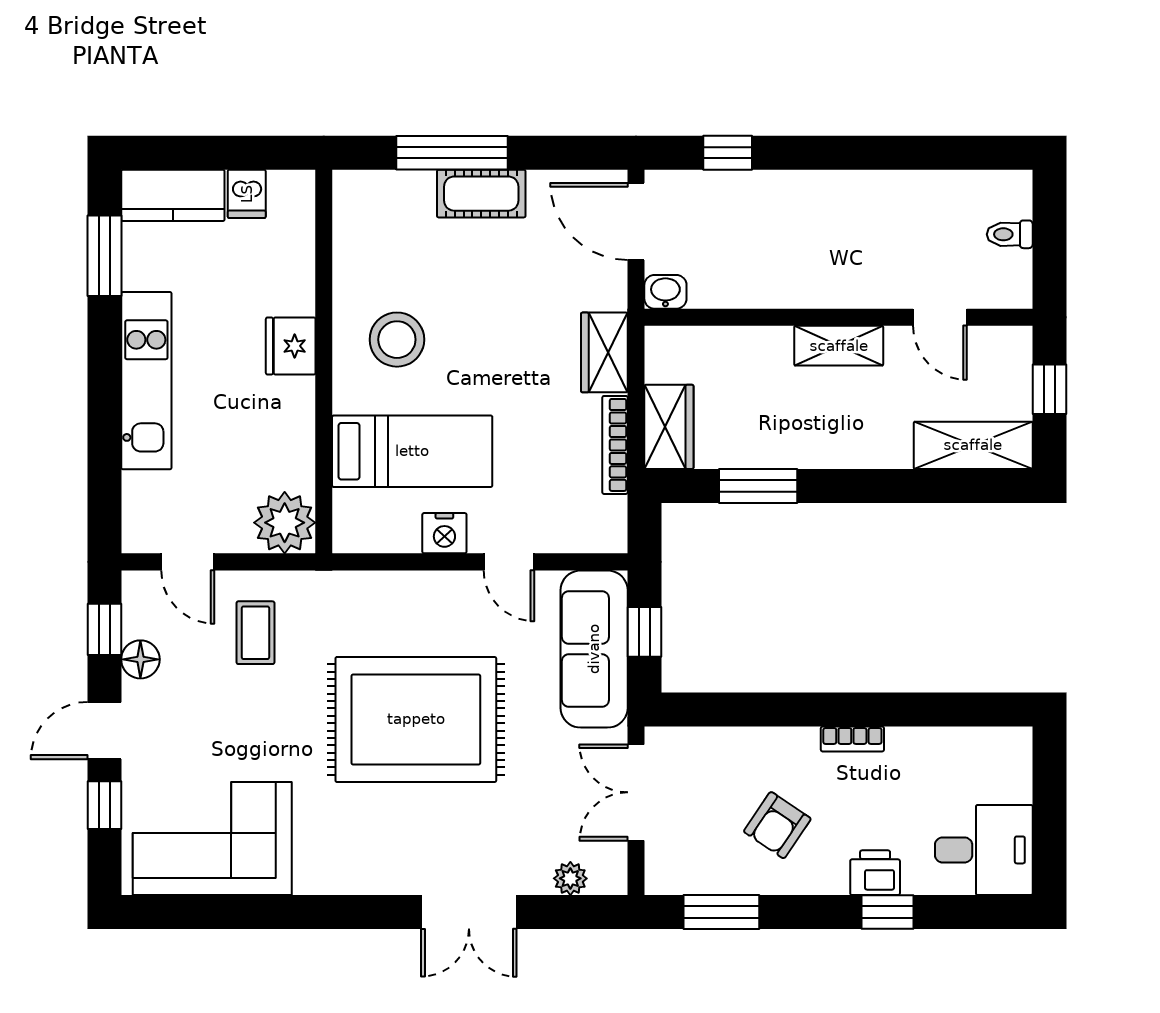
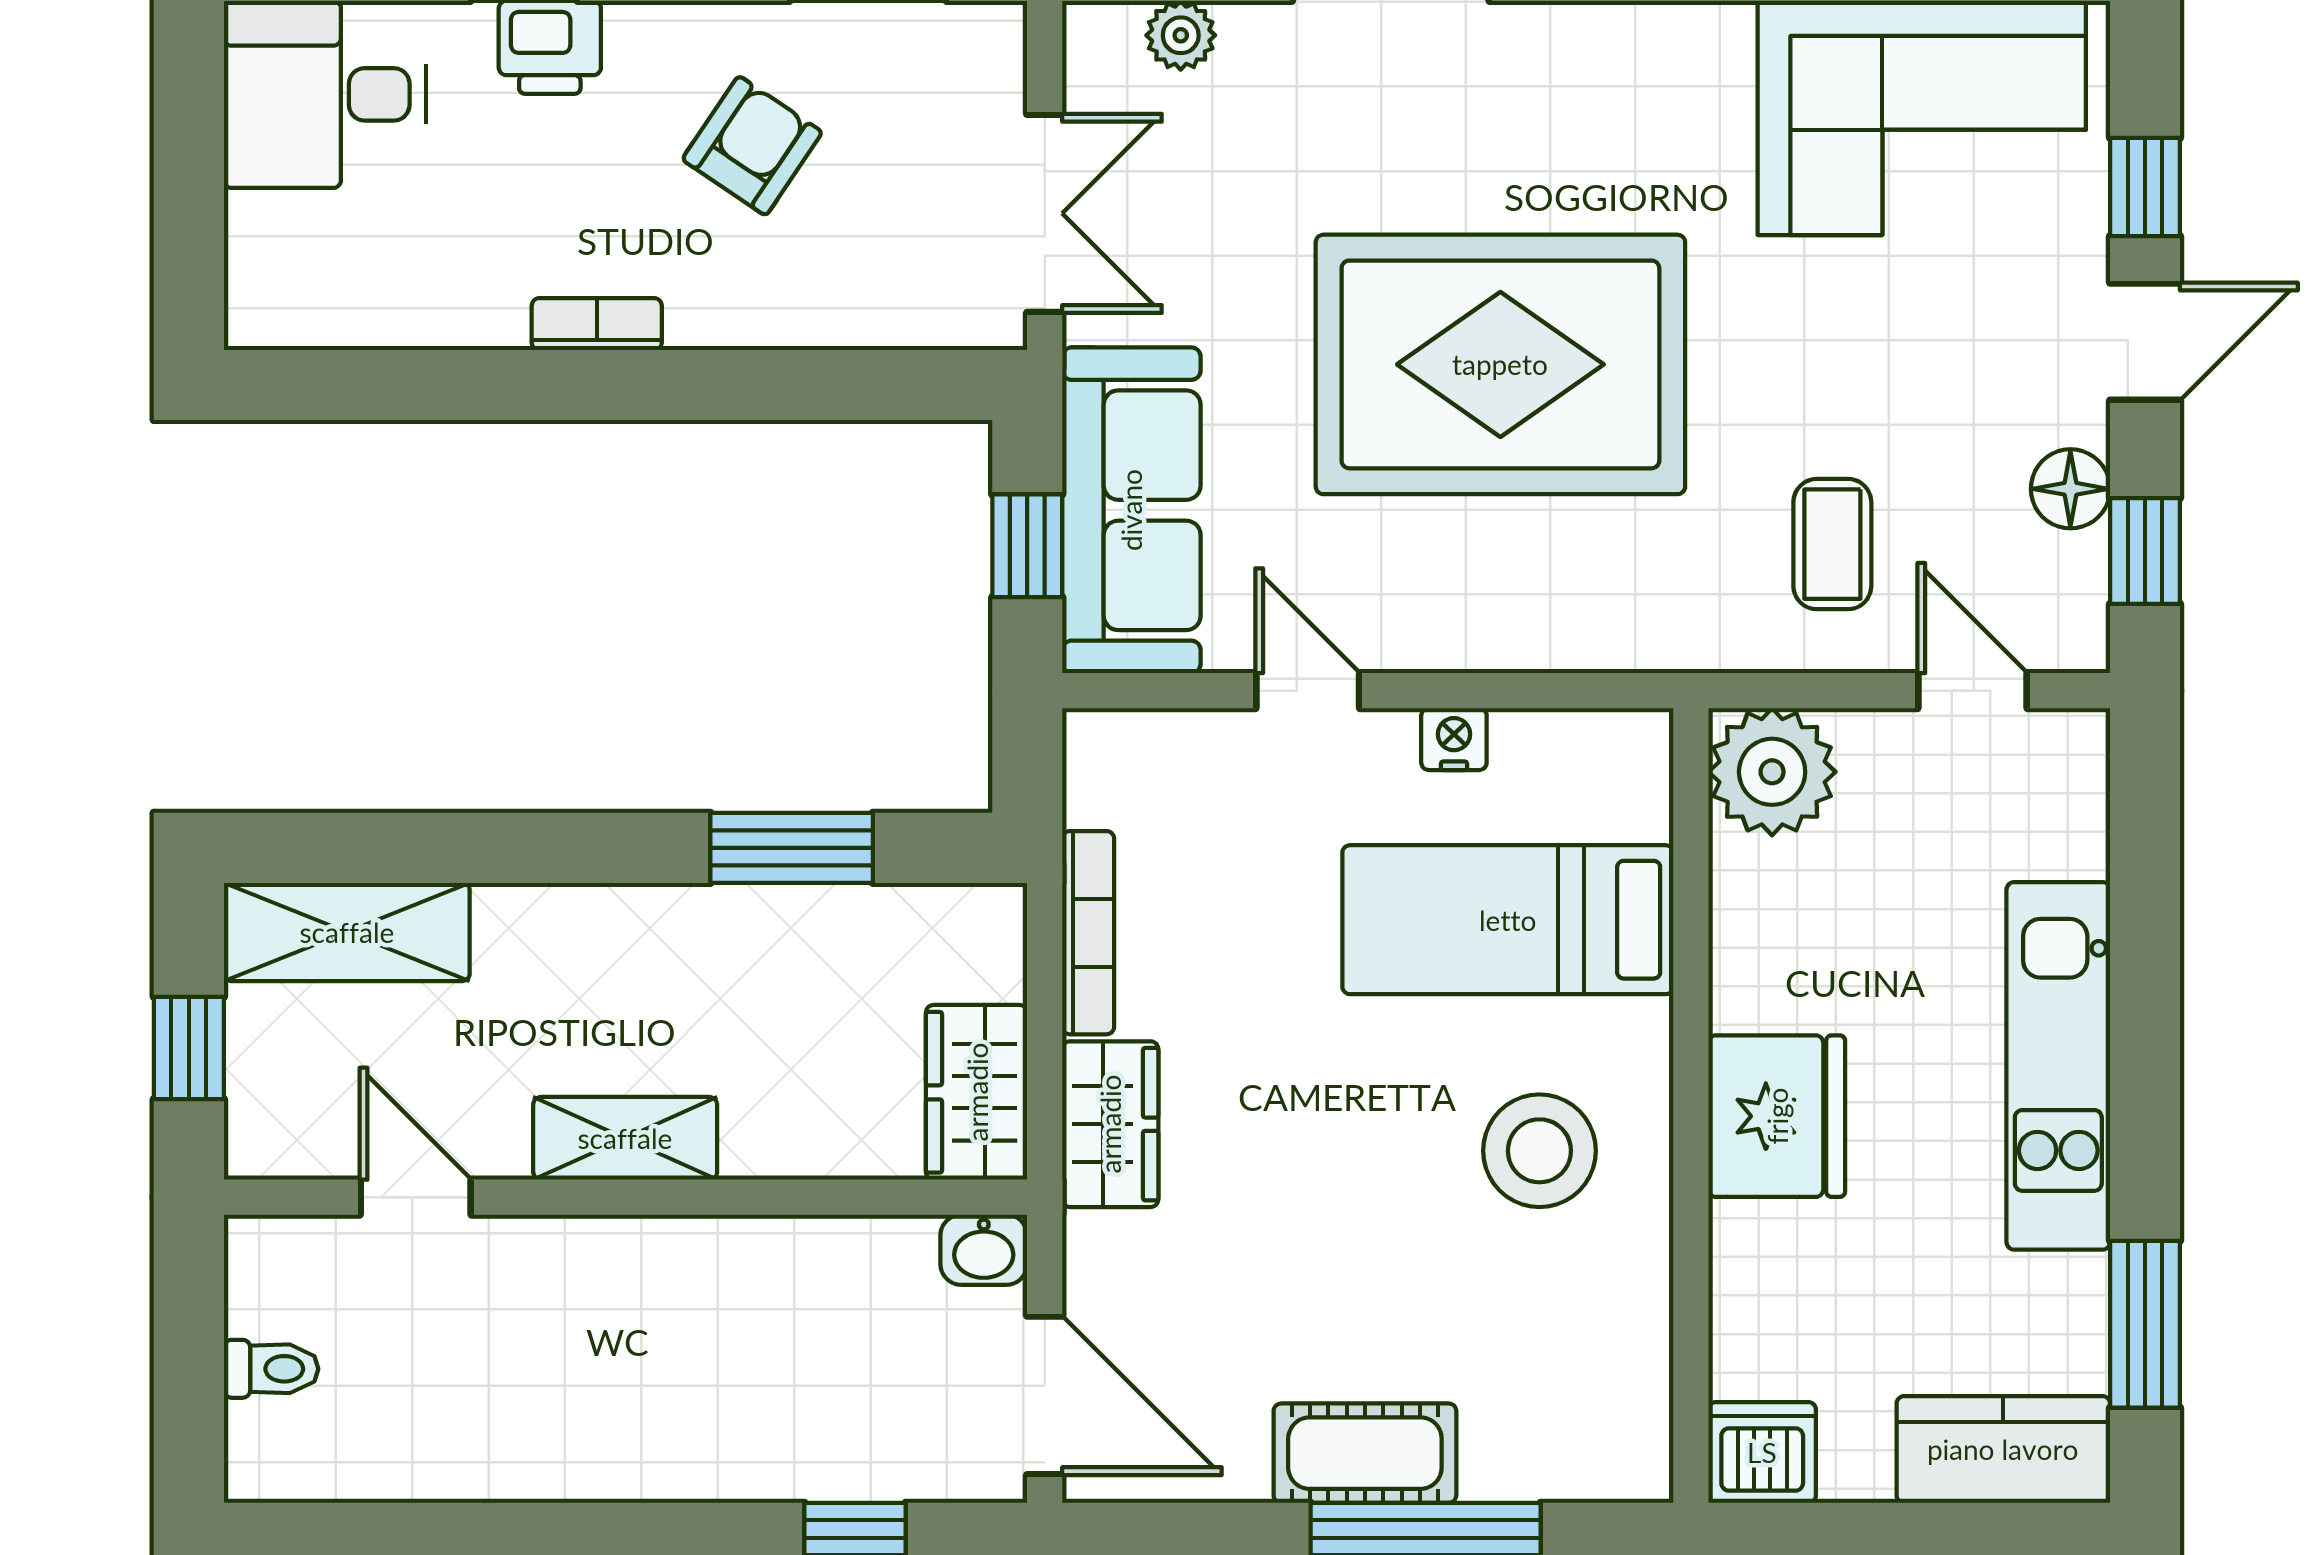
dishwasher: (247, 194) -> (1762, 1452), moved, width x1.38
fridge: (291, 346) -> (1777, 1116), width x1.36, depth x1.34
wardrobe: (669, 427) -> (977, 1092), moved
nightstand: (444, 533) -> (1454, 739), width x0.72, depth x0.74

